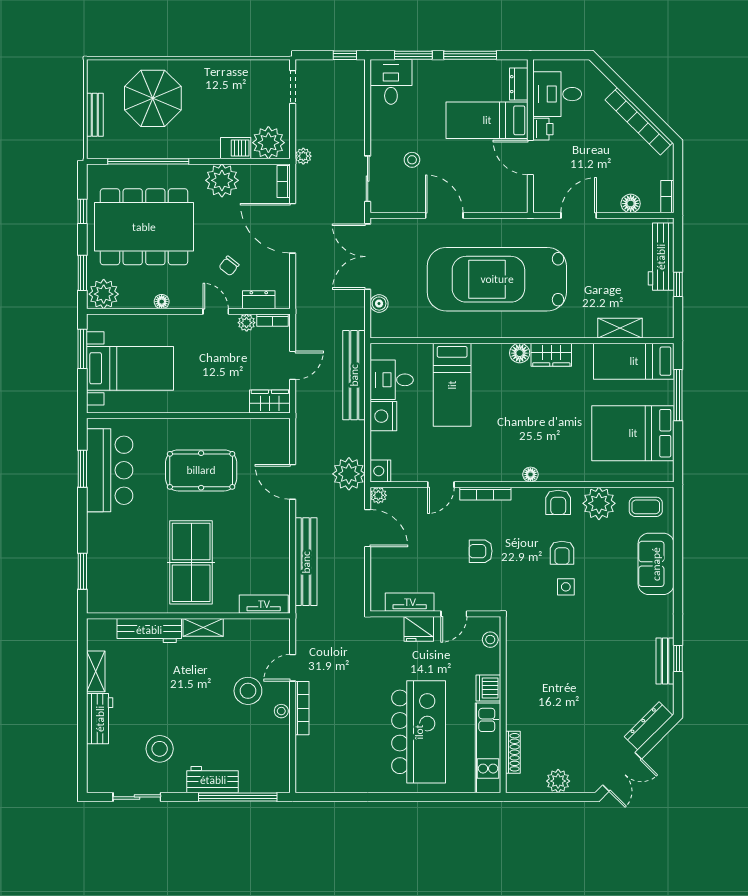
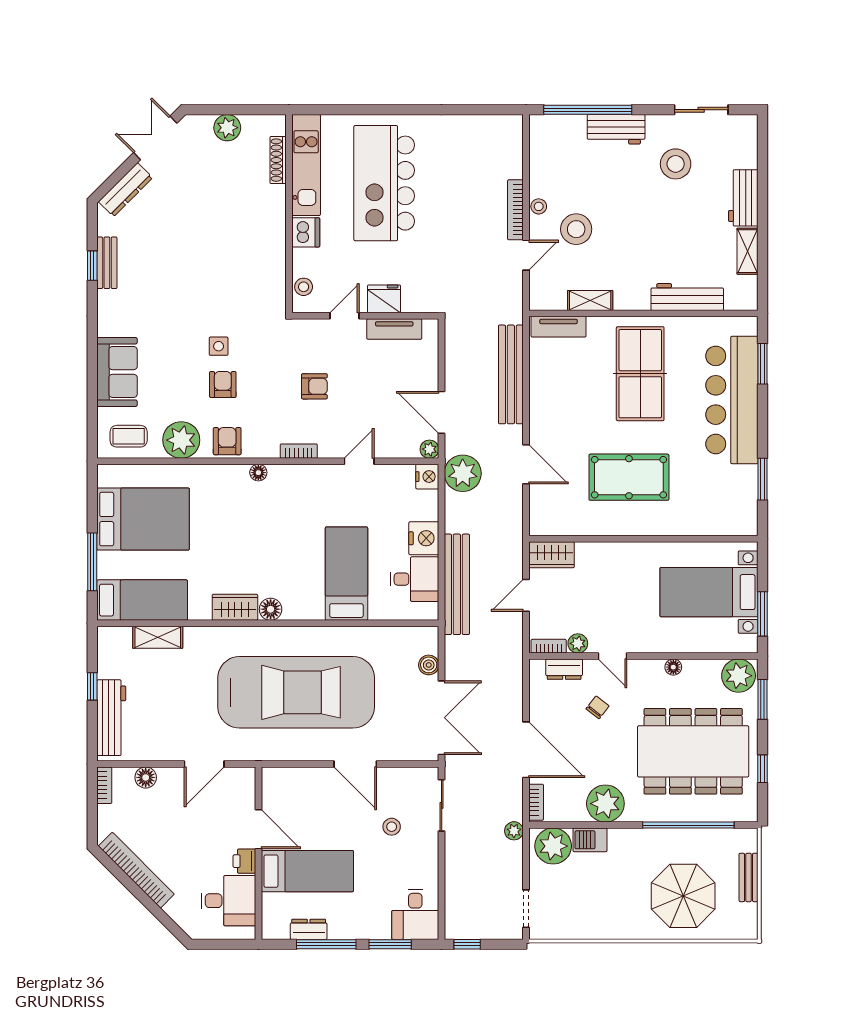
dresser: (519, 84) -> (309, 929), moved, turned -90
bar counter: (110, 470) -> (732, 400), moved, width x1.36
bookcase: (485, 494) -> (299, 451), width x0.64
shelving: (203, 627) -> (590, 300), moved

